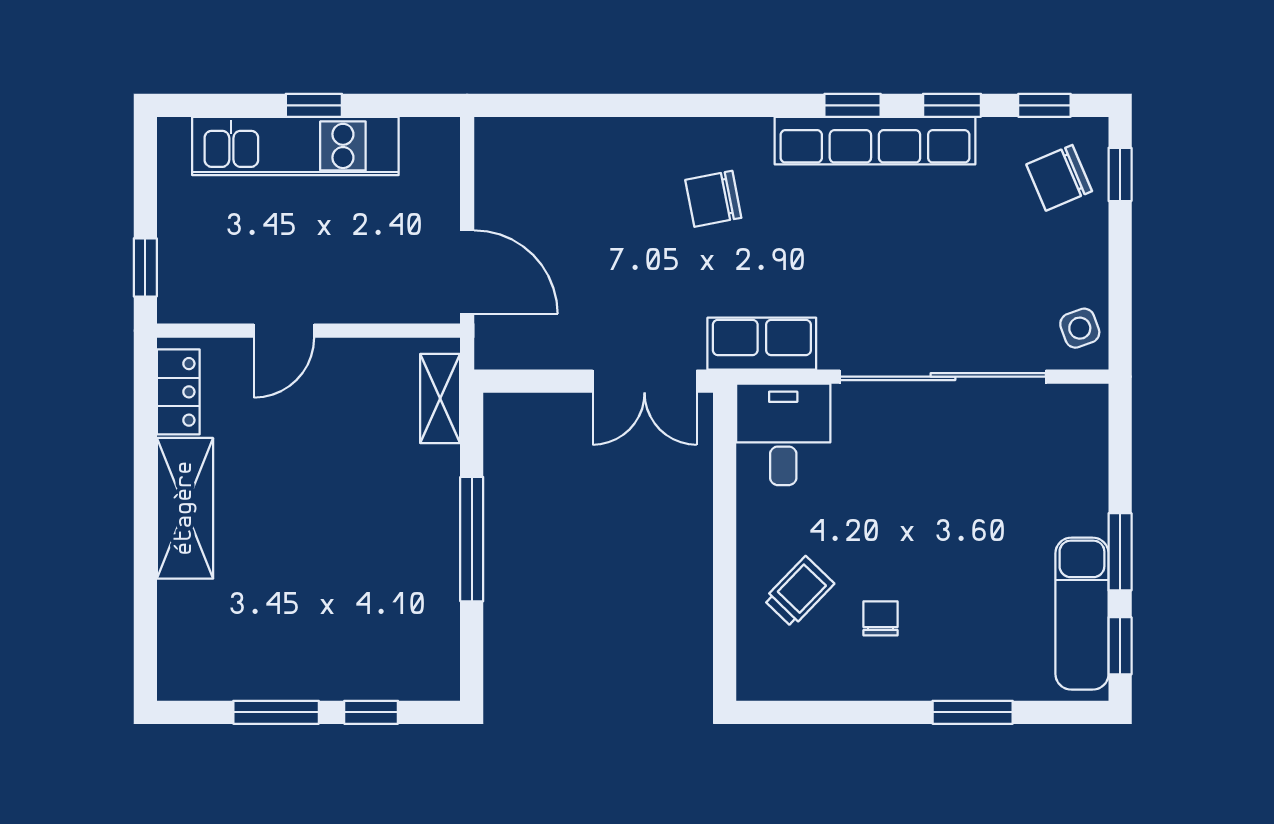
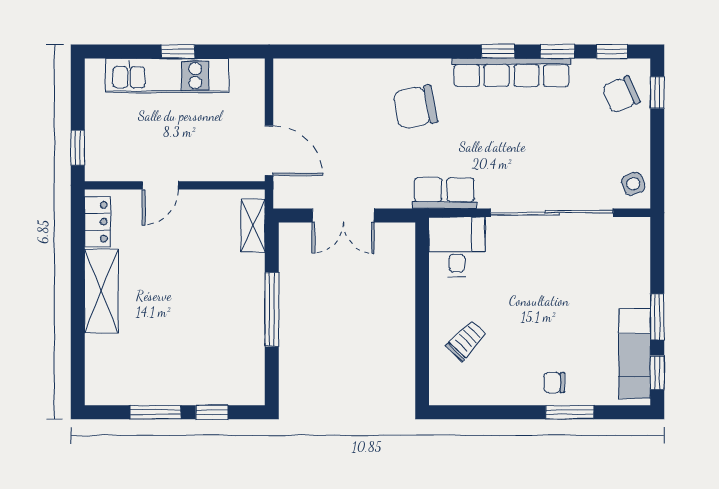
chair: (713, 199) -> (415, 107), width x1.37, depth x1.37
double door: (645, 381) -> (343, 215), moved
chair: (881, 618) -> (554, 382), moved, turned -90

